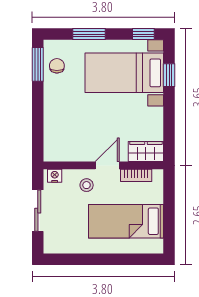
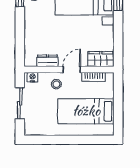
dresser: (75, 154) -> (47, 61), added

